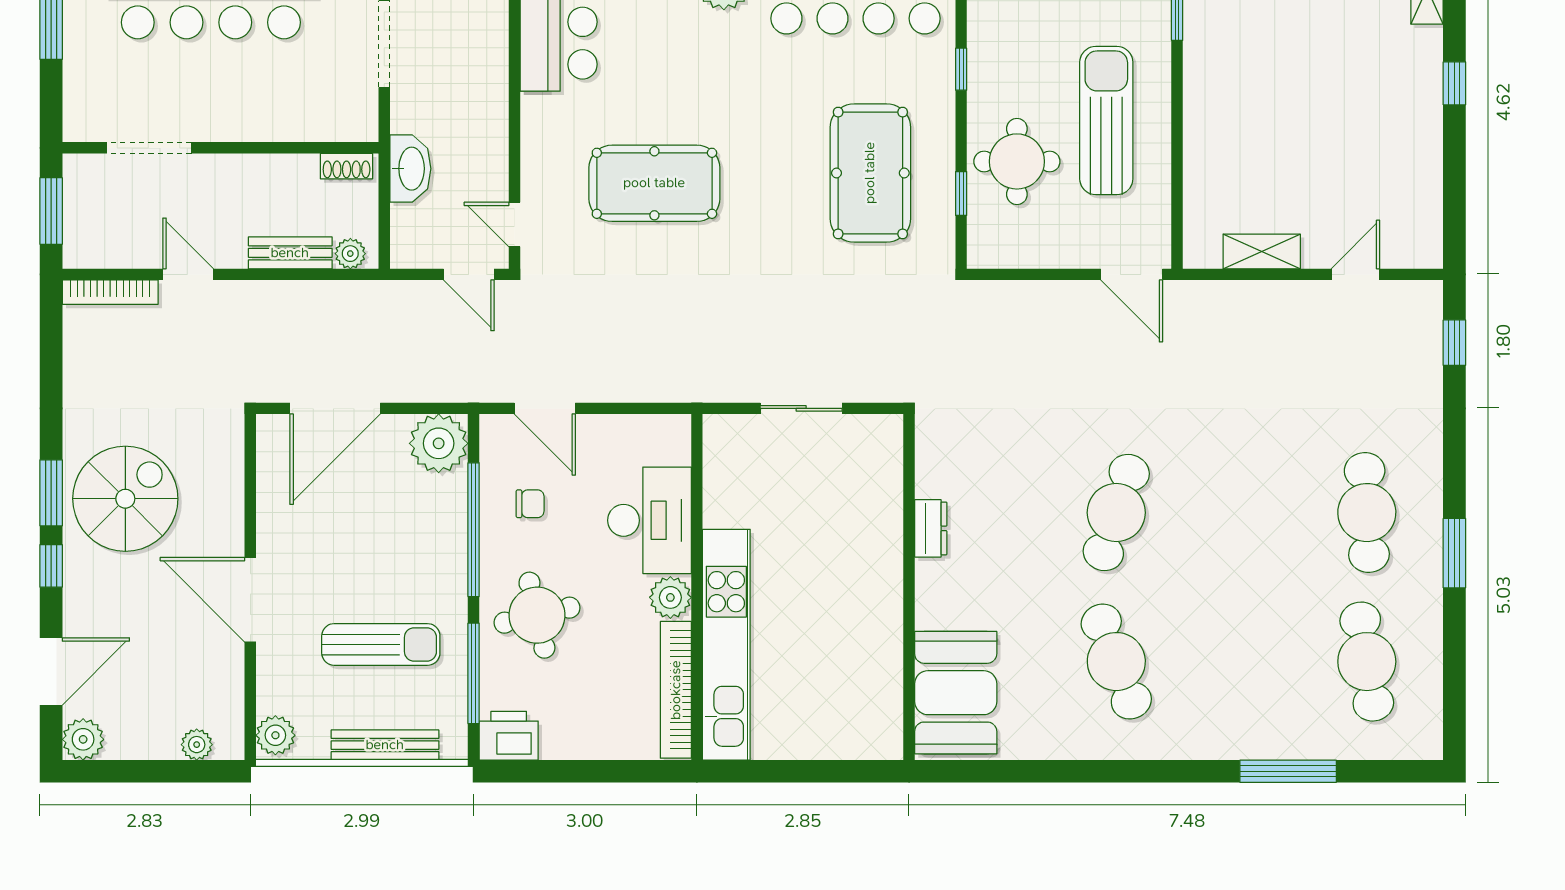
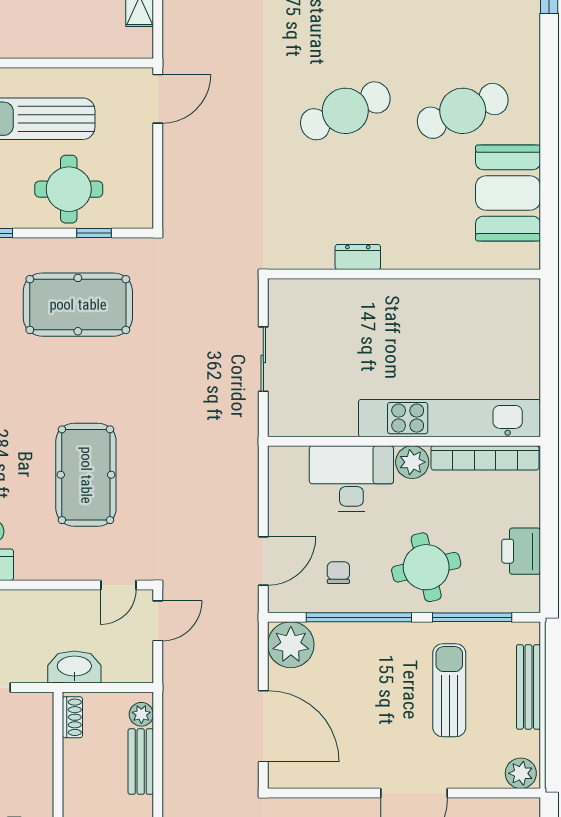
cafe table: (1116, 513) -> (345, 111), turned -42
booth: (956, 693) -> (508, 193), moved, turned 90
printer: (509, 736) -> (521, 551), moved

